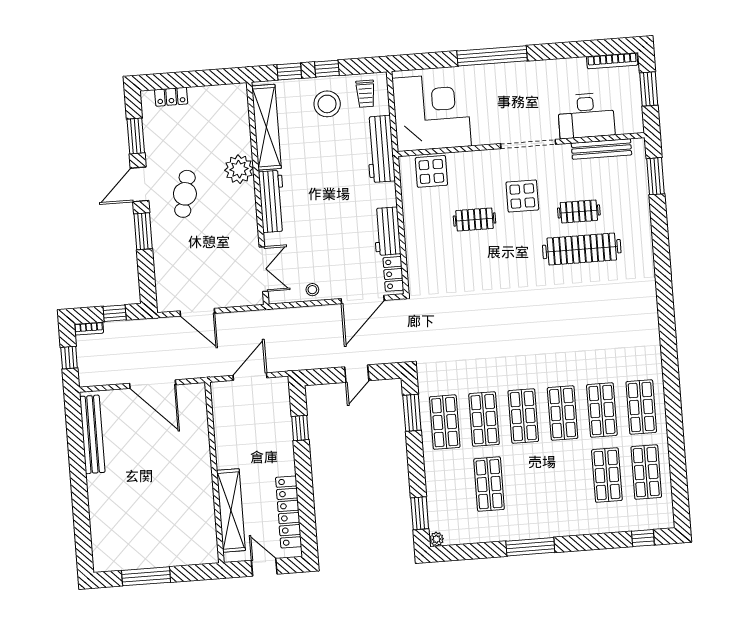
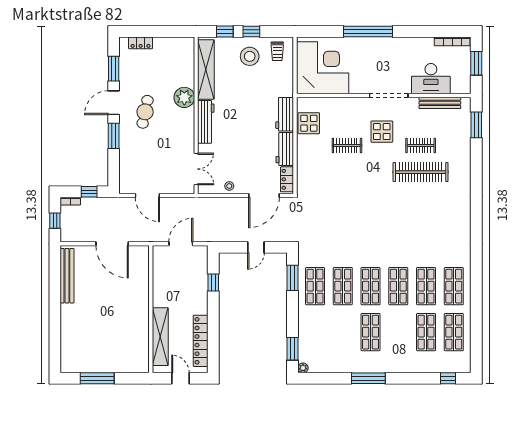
workbench: (380, 149) -> (285, 114), moved, width x0.73
display table: (431, 171) -> (309, 123), moved
shop shelf: (489, 484) -> (371, 332), moved

